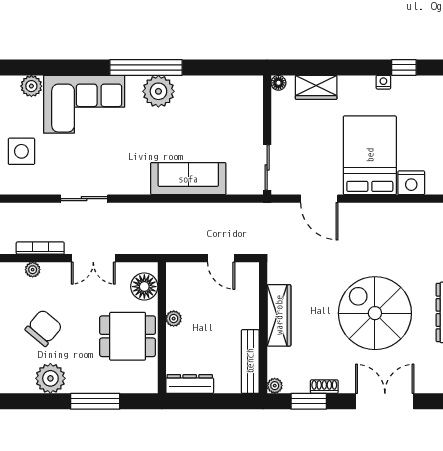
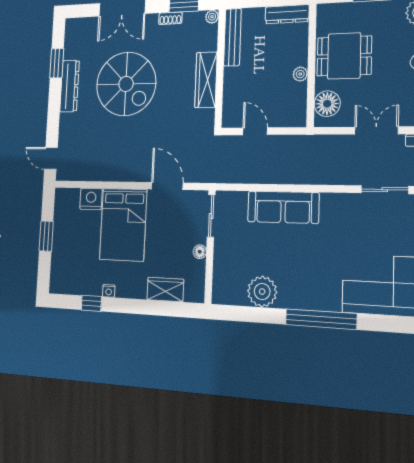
floor lamp: (278, 83) -> (200, 252), moved
plant: (158, 91) -> (262, 292), moved

